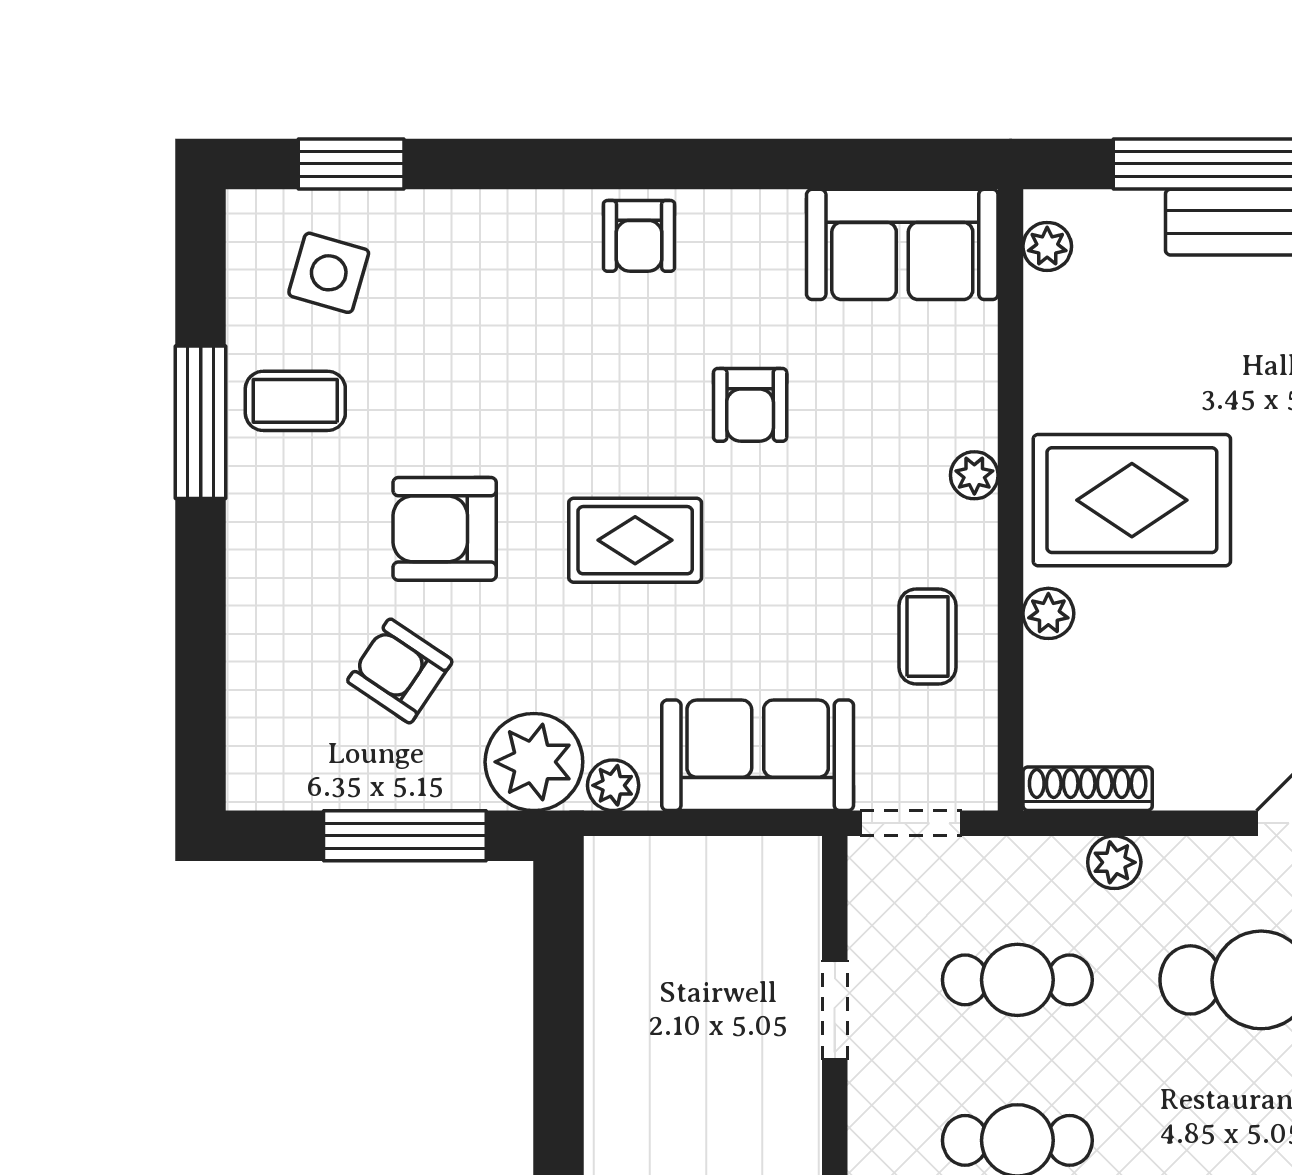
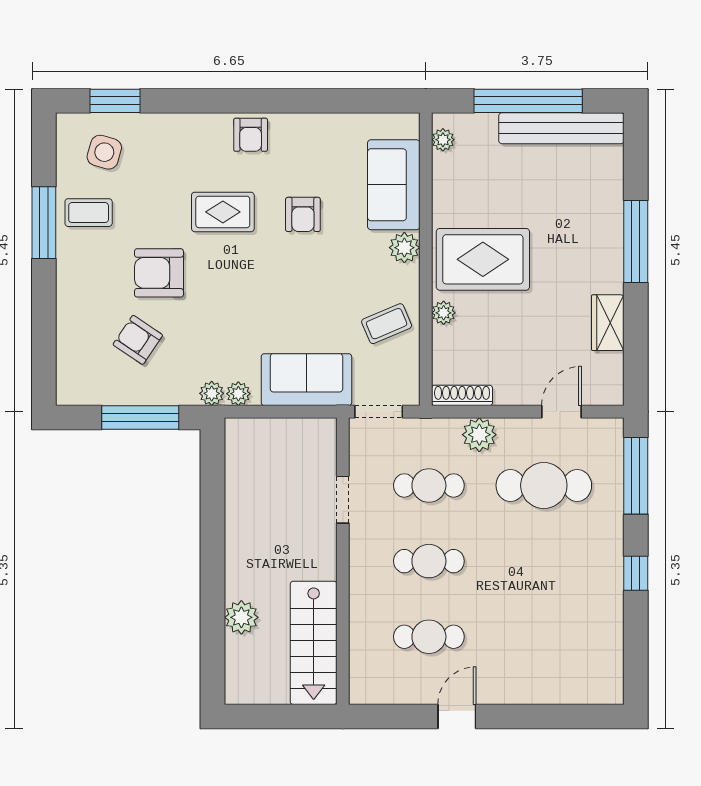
sofa: (902, 244) -> (394, 185), moved, turned 90
plant: (974, 475) -> (404, 248), width x1.38, depth x1.38
rug: (635, 540) -> (223, 212), moved
coffee table: (927, 637) -> (387, 324), turned 67
plant: (534, 762) -> (212, 393), width x0.53, depth x0.53
plant: (1114, 862) -> (479, 435), width x1.38, depth x1.38

